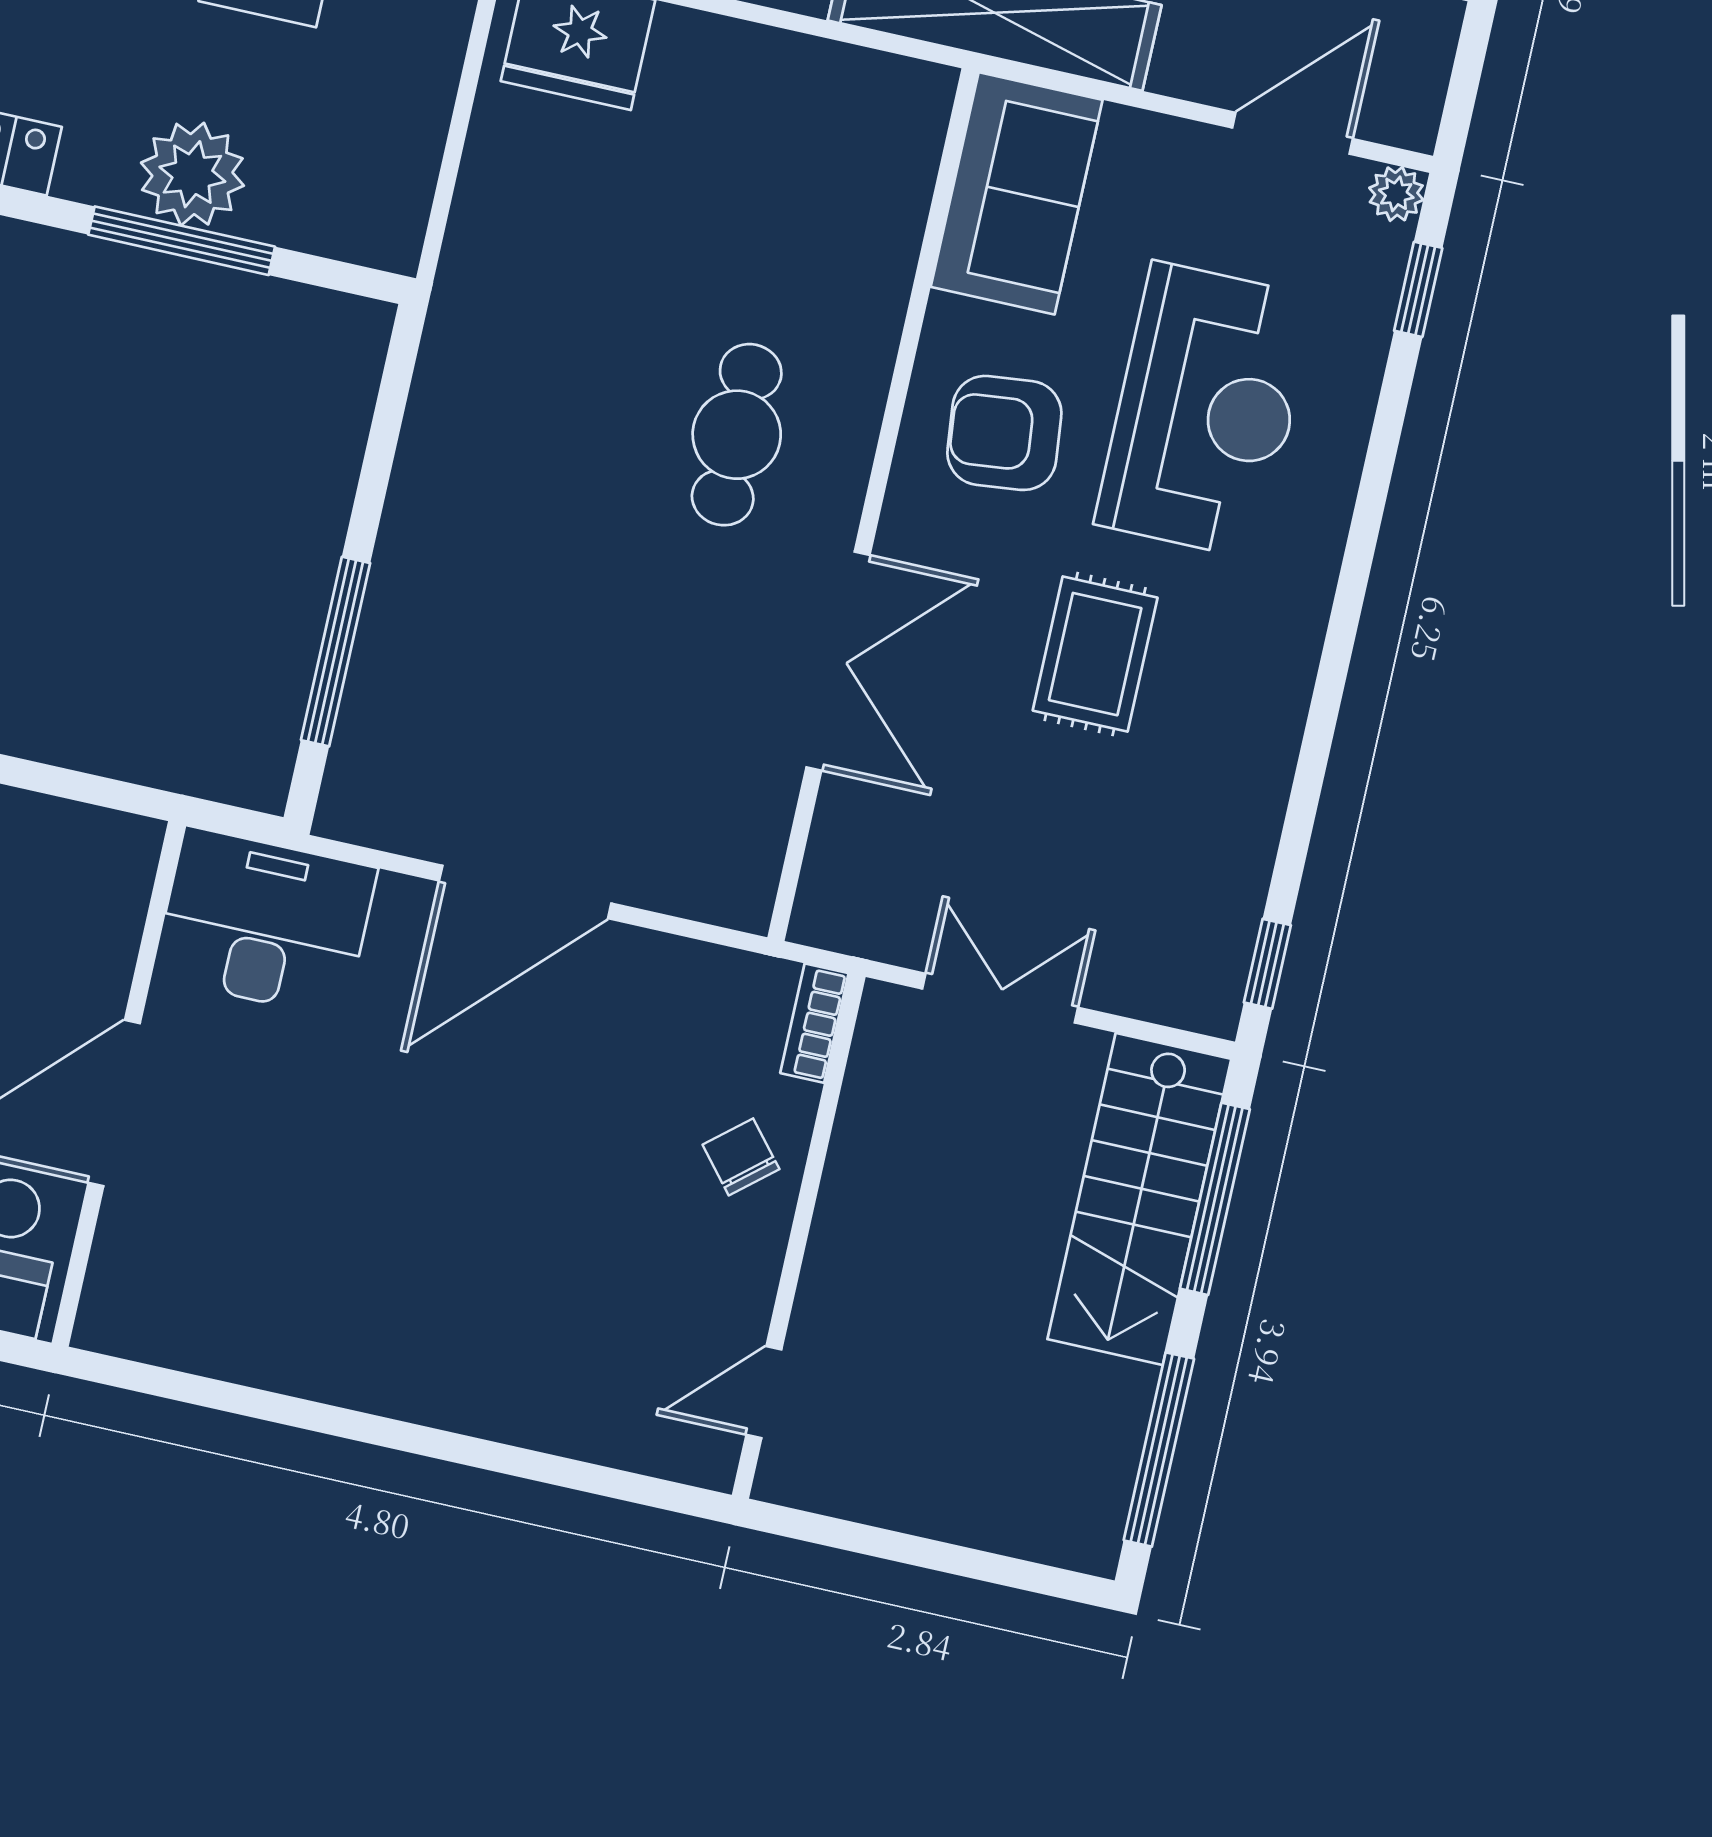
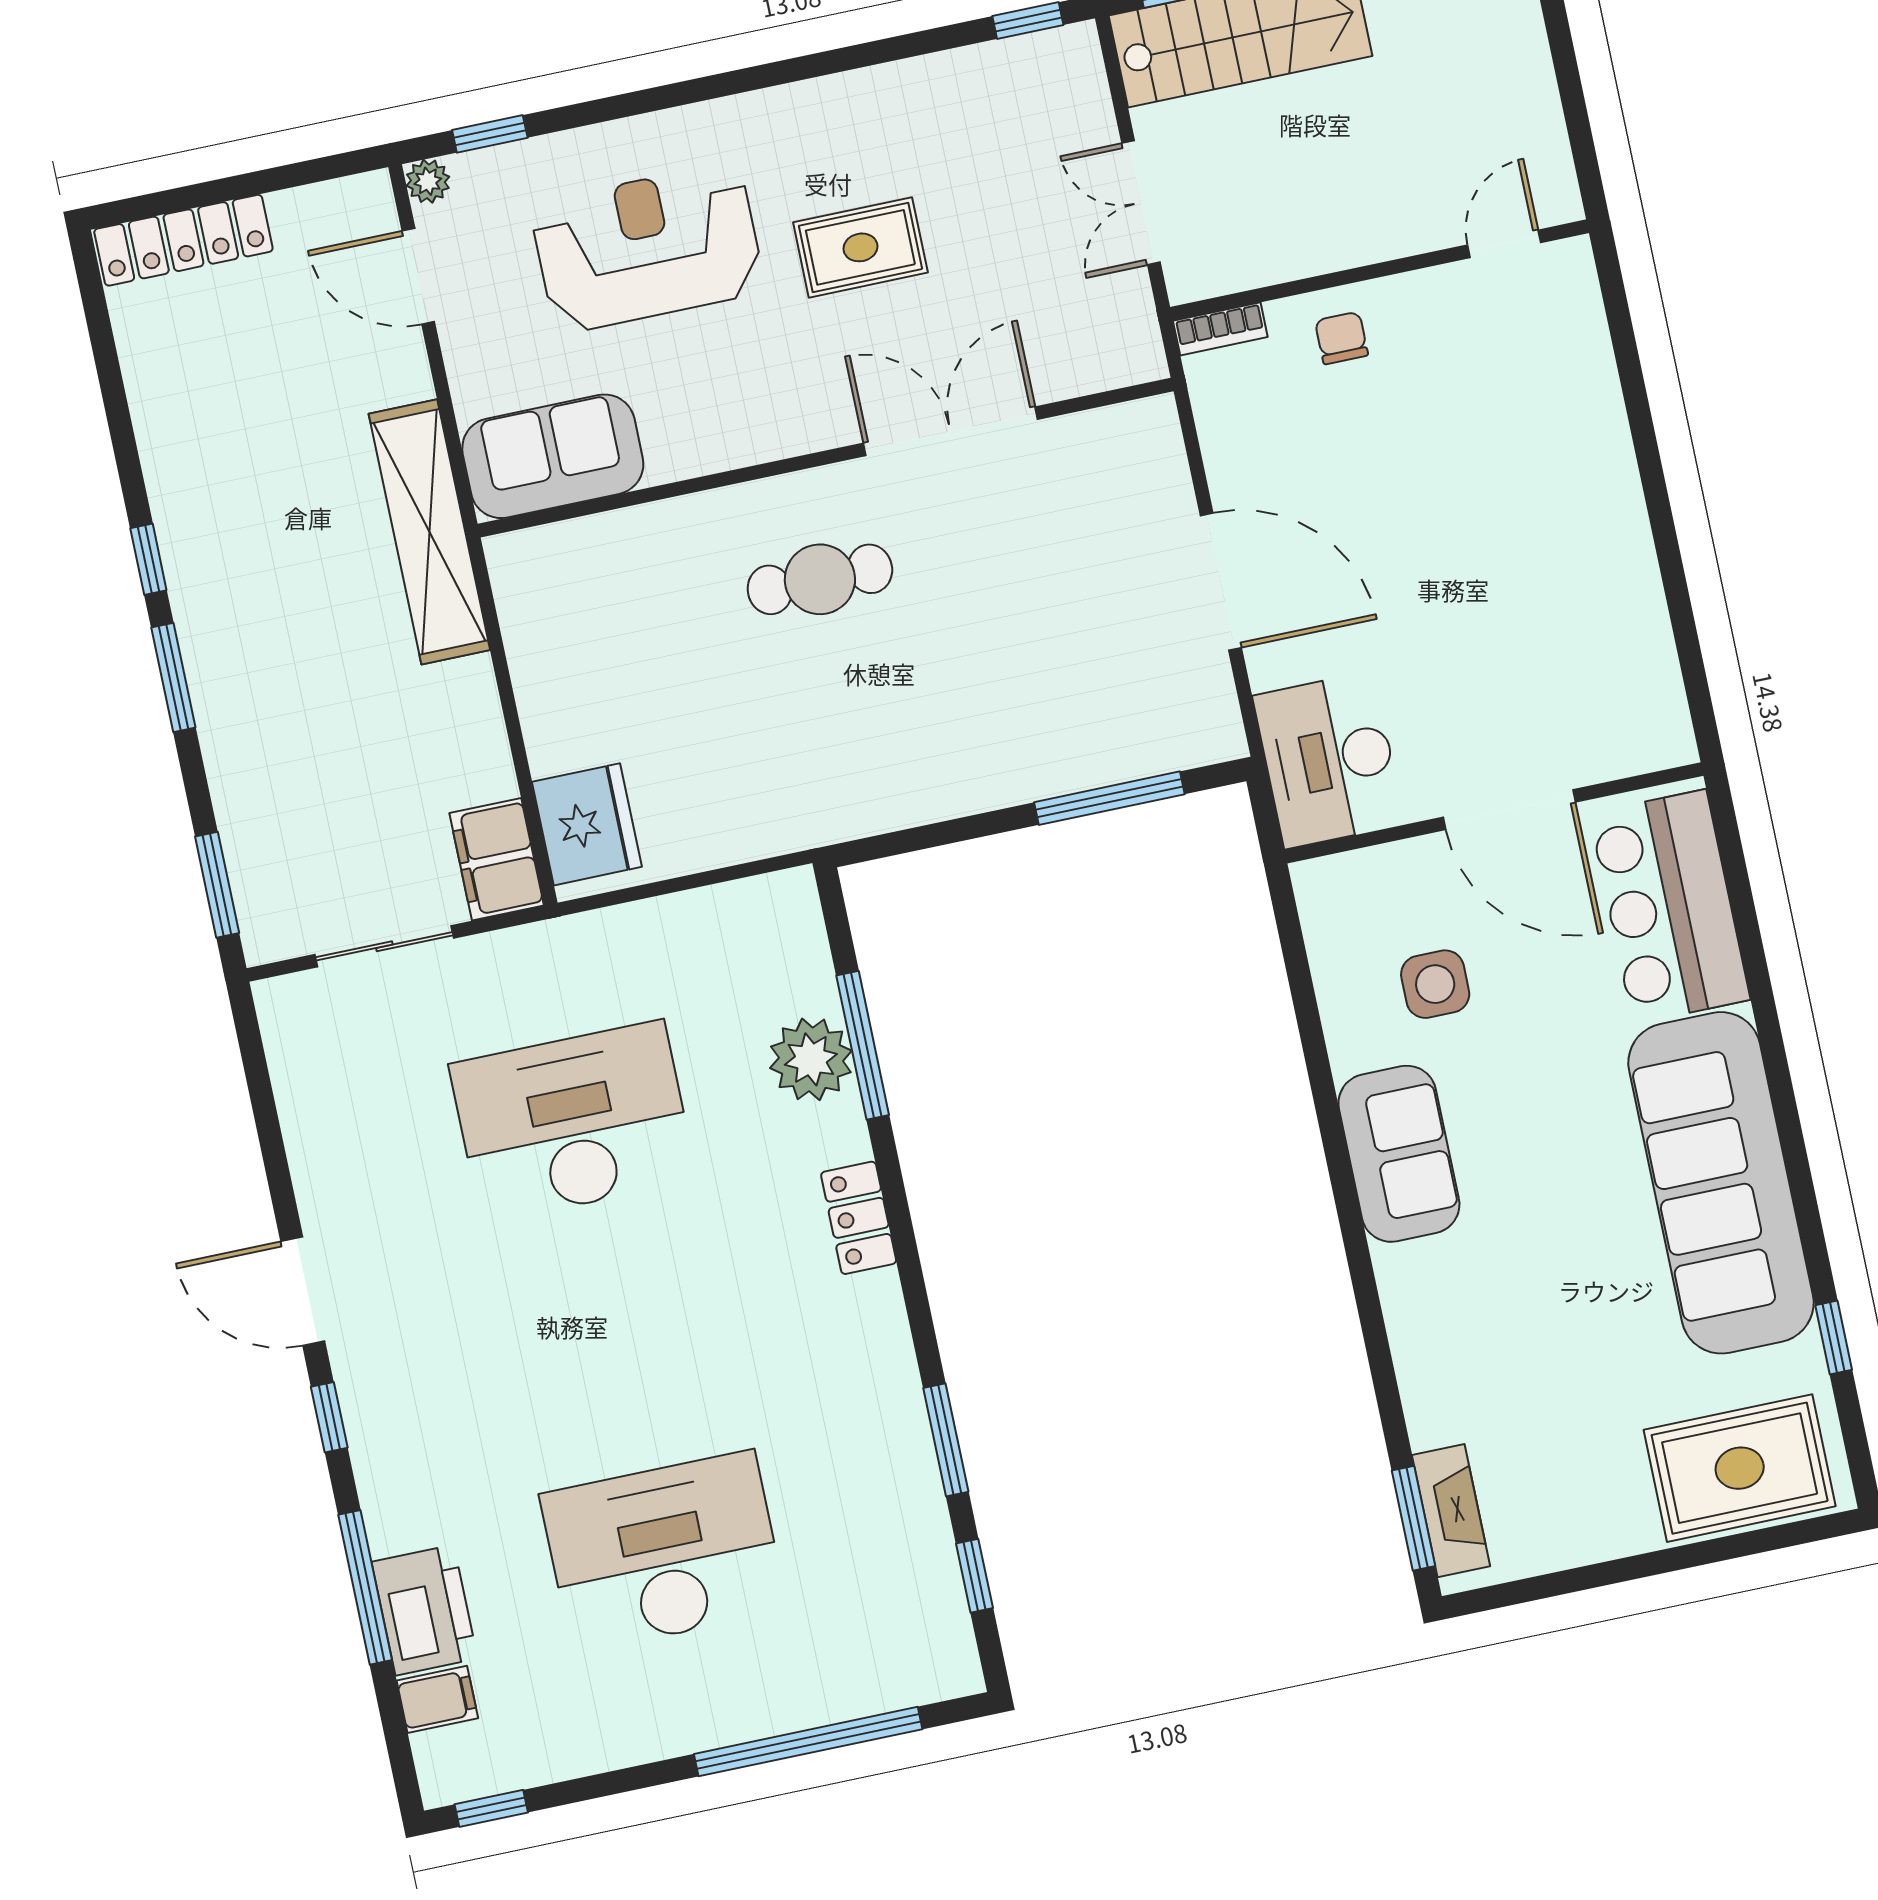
armchair: (1004, 433) -> (730, 386), removed
chair: (741, 1157) -> (1341, 338), turned 130
door: (764, 1392) -> (1504, 244), swing flipped

